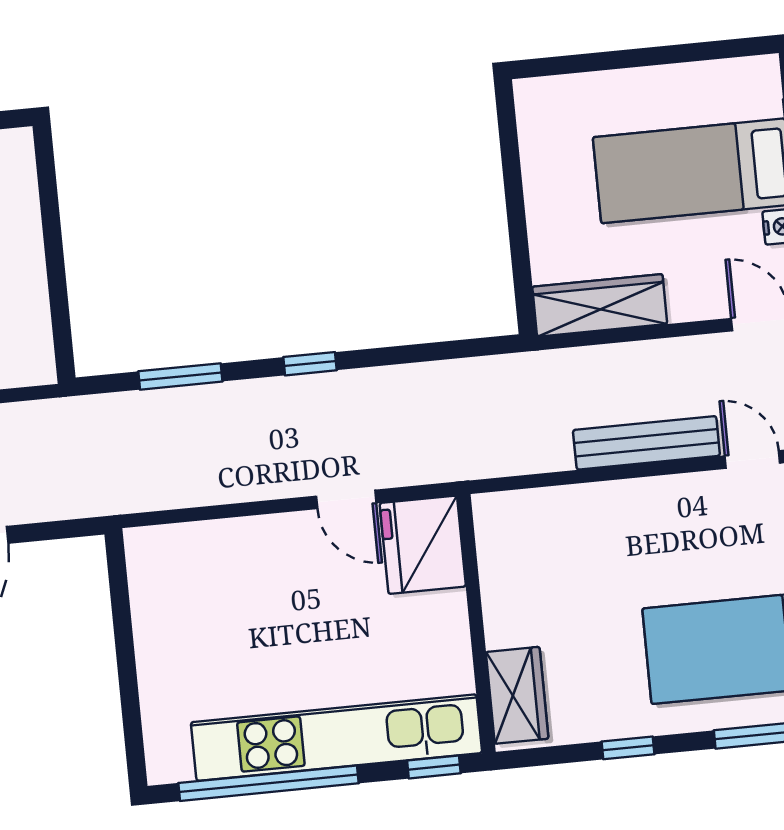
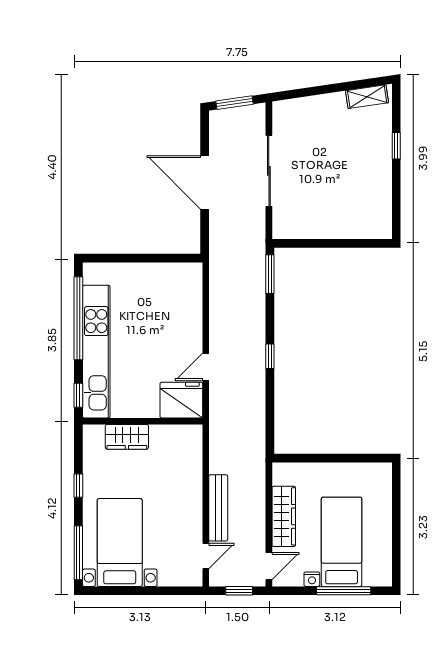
wardrobe: (600, 305) -> (284, 516), moved
window: (180, 376) -> (270, 274), moved
wardrobe: (517, 695) -> (127, 437), moved

